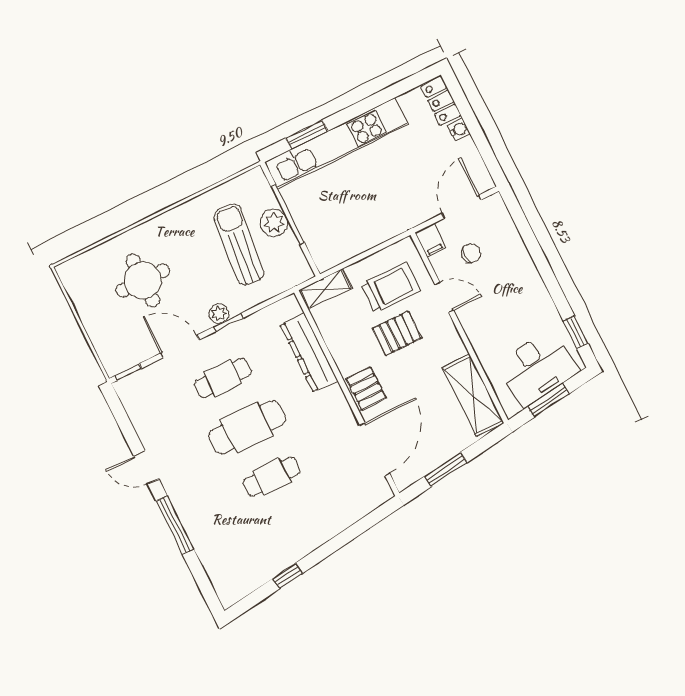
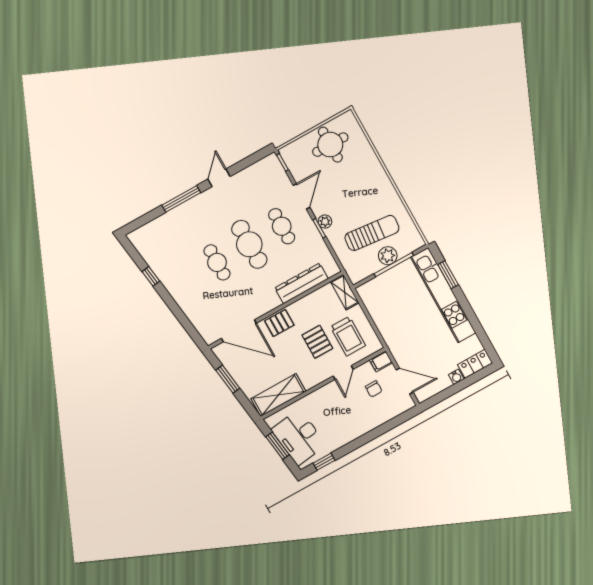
round table: (143, 280) -> (330, 145), moved

